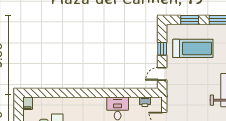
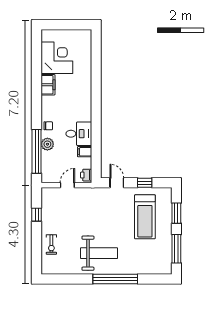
printer: (145, 102) -> (86, 175), moved
filing cabinet: (28, 103) -> (85, 152), moved

